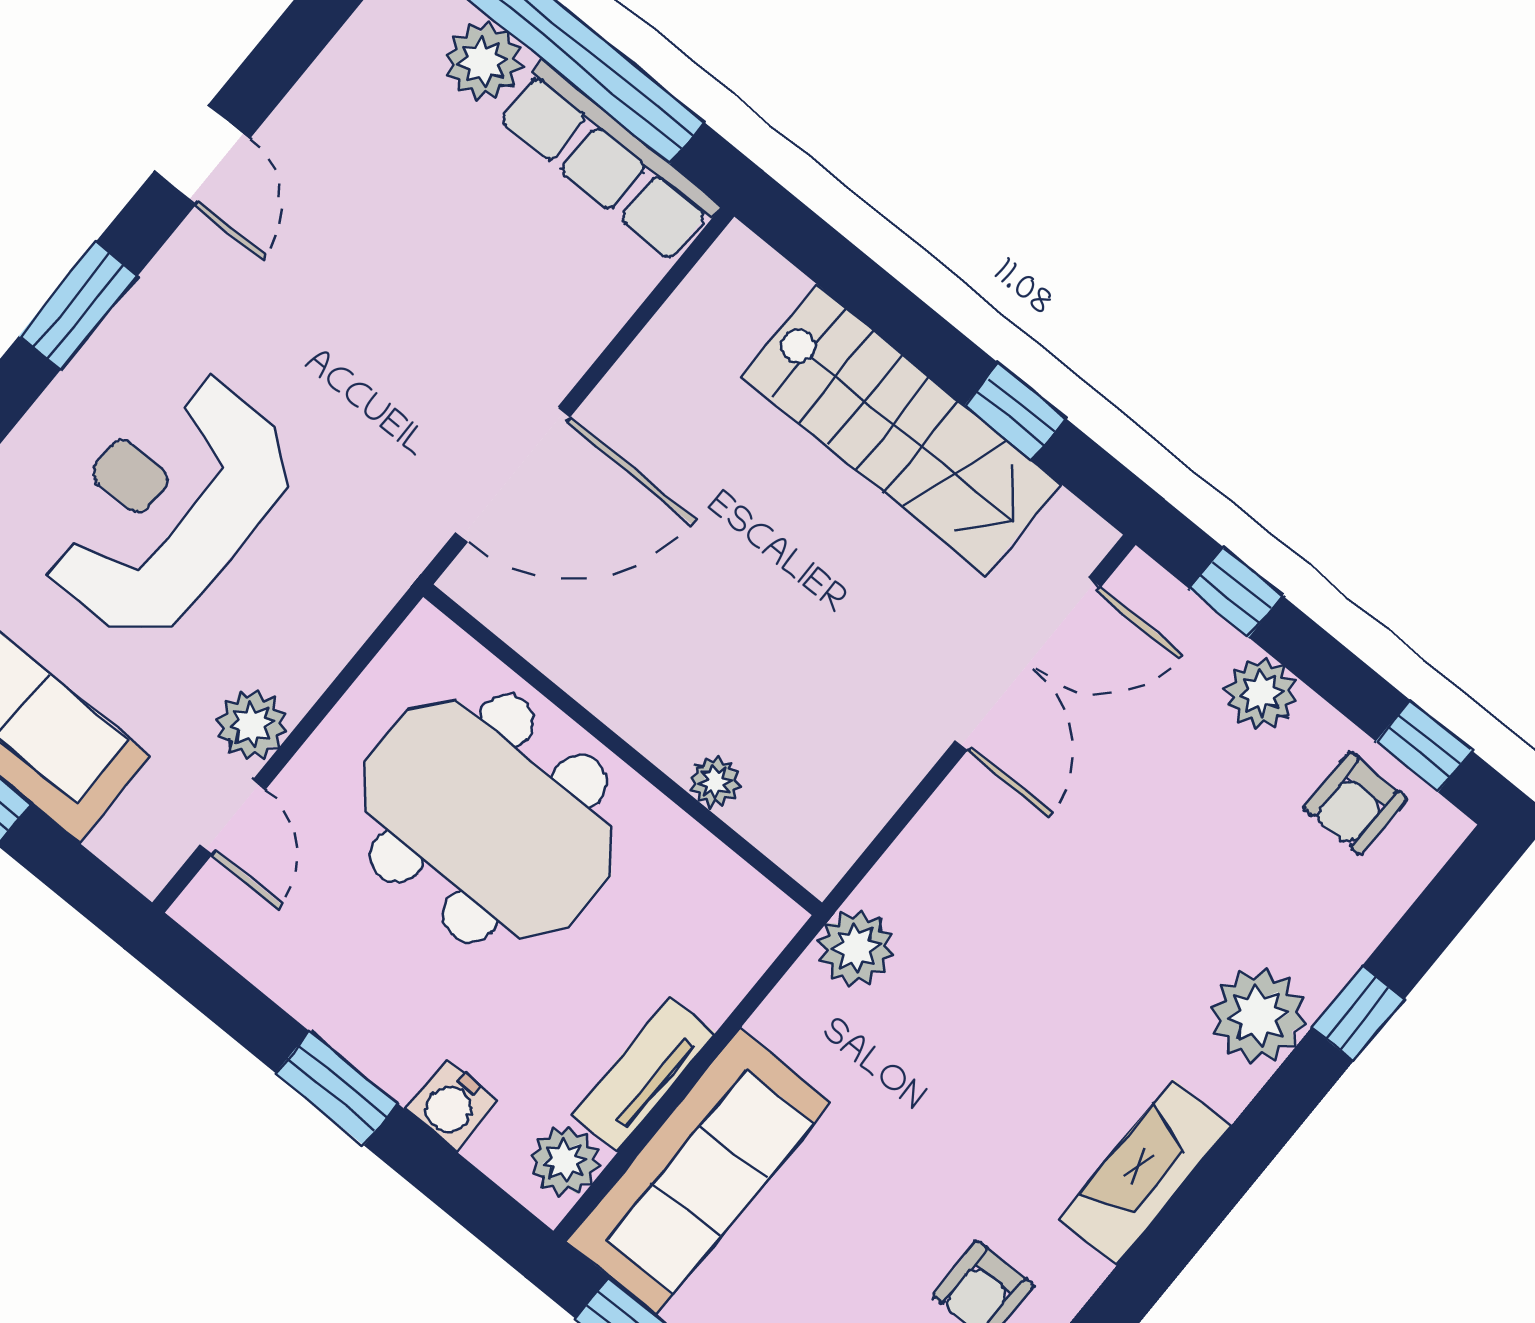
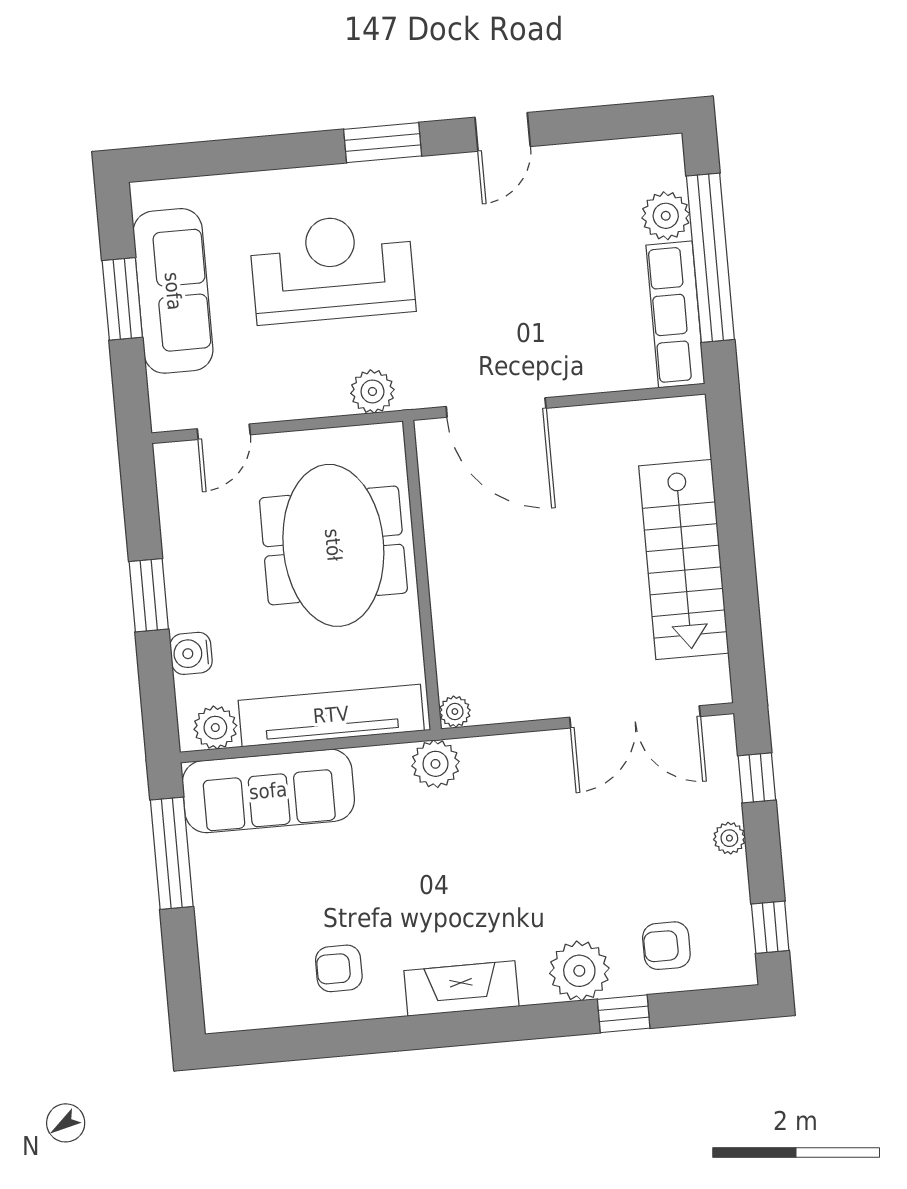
window: (1015, 412) -> (741, 602), removed
plant: (1261, 694) -> (729, 838), width x0.73, depth x0.73
plant: (252, 725) -> (372, 391), moved
plant: (715, 782) -> (455, 712), moved
armchair: (1355, 804) -> (666, 946), moved
tv unit: (644, 1074) -> (331, 715), width x1.92, depth x1.29

